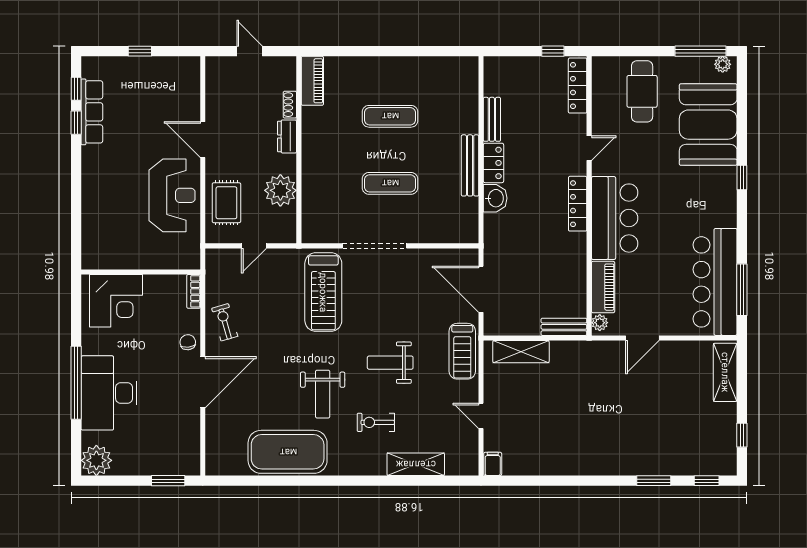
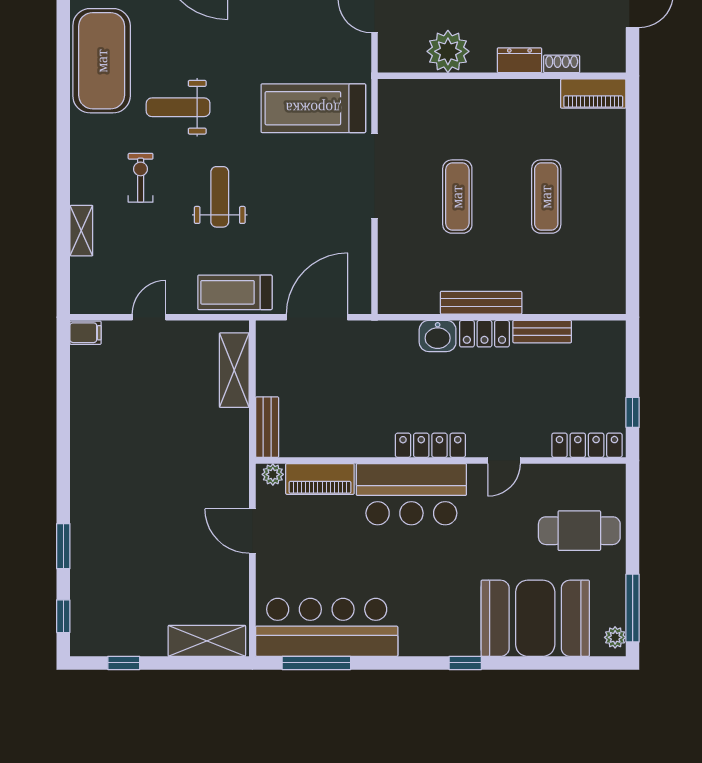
door: (589, 148) -> (504, 460), hinge flipped
shelving: (416, 464) -> (81, 231), width x0.67, depth x0.75

